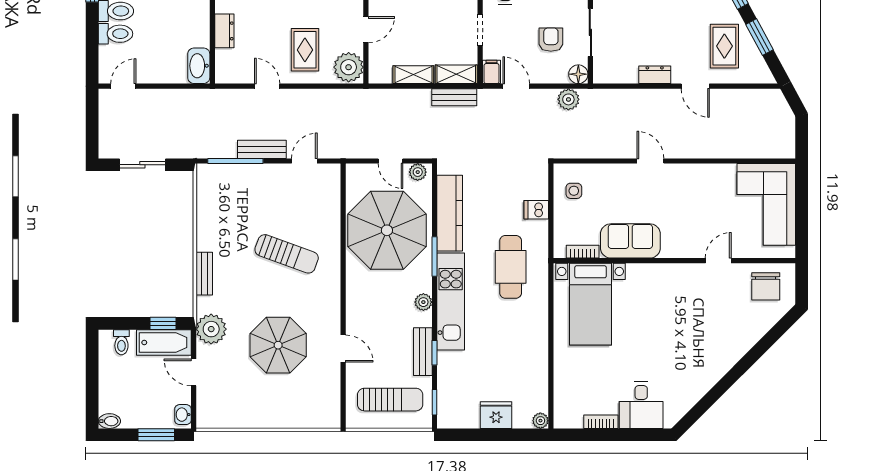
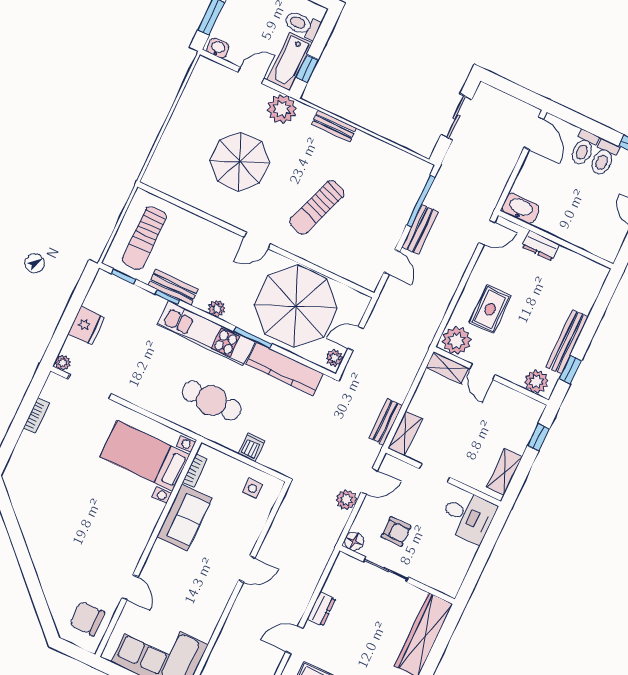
rug: (305, 50) -> (490, 309), turned 90
filing cabinet: (492, 72) -> (392, 465), removed
shelving: (413, 75) -> (448, 368), moved, turned 90
door: (123, 86) -> (534, 133), width x1.38
door: (267, 86) -> (487, 233), moved
plant: (568, 99) -> (346, 500), moved
toilet: (121, 342) -> (302, 25), width x1.37, depth x1.39
door: (343, 349) -> (257, 241), moved
doorway: (551, 386) -> (89, 386), added
desk: (641, 405) -> (34, 458), removed

